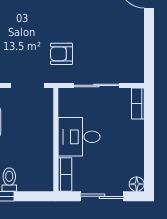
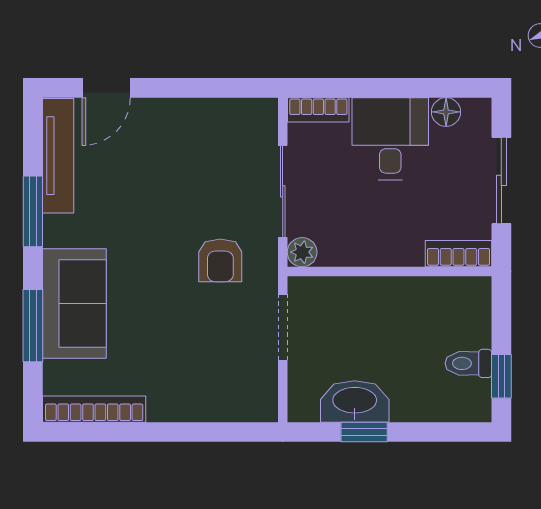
plant: (66, 95) -> (302, 252), added
desk: (79, 137) -> (390, 139), moved, turned 180
floor lamp: (137, 184) -> (446, 112), moved

